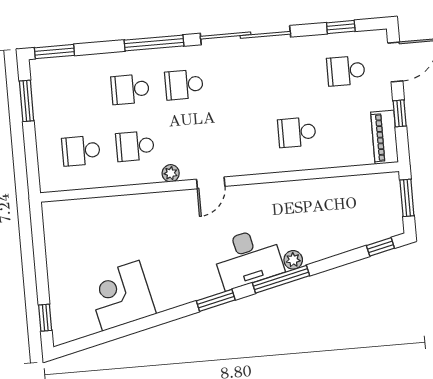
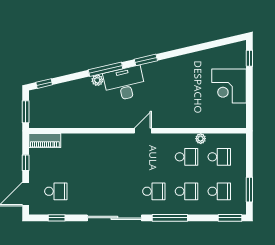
school desk: (297, 132) -> (219, 191), moved
piano: (385, 137) -> (45, 141), moved, turned 90
plant: (171, 173) -> (201, 139), moved
corner desk: (121, 296) -> (229, 86), moved, turned 103

